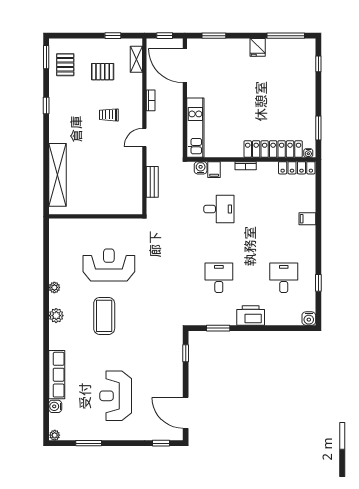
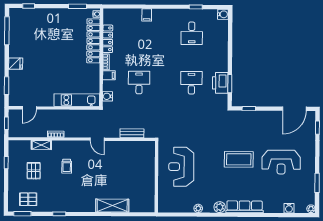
fridge: (258, 47) -> (16, 64), moved
shelving: (136, 59) -> (41, 145), moved
door: (185, 66) -> (29, 108), width x0.53
door: (144, 137) -> (97, 139), moved
locker: (297, 168) -> (108, 39), moved
filing cabinet: (214, 170) -> (109, 75), moved
shelving: (57, 175) -> (112, 206), width x0.68
bench: (152, 182) -> (132, 133), moved
wall: (96, 216) -> (156, 177), moved
desk: (219, 278) -> (191, 83), turned 90
desk: (284, 278) -> (192, 33), turned -90
printer: (251, 315) -> (220, 83), moved
coffee table: (104, 316) -> (239, 159), moved
row of seats: (57, 375) -> (245, 207), moved

